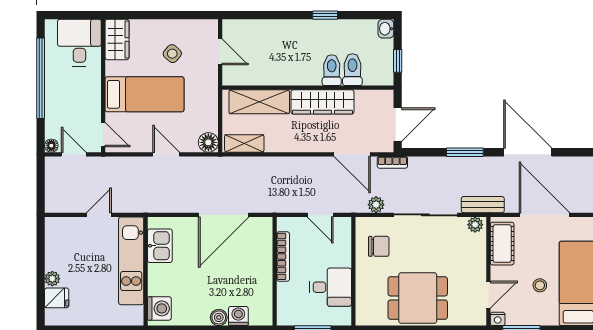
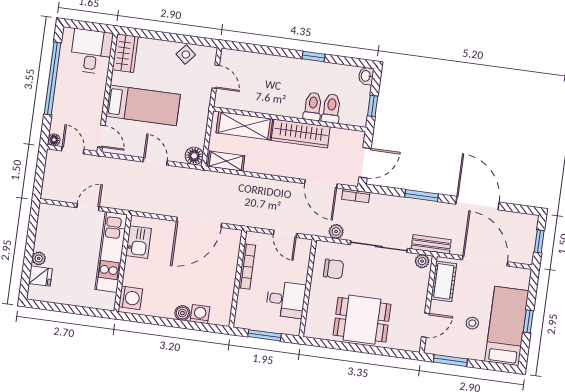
side table: (172, 54) -> (186, 54), moved
nightstand: (498, 319) -> (431, 348), removed

